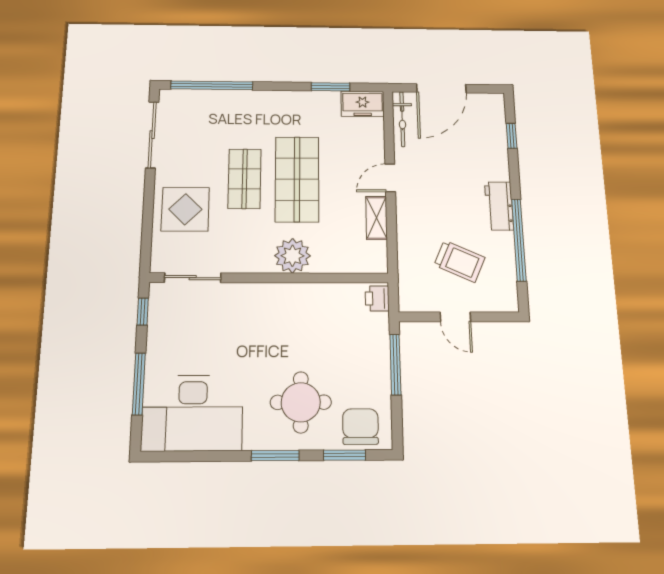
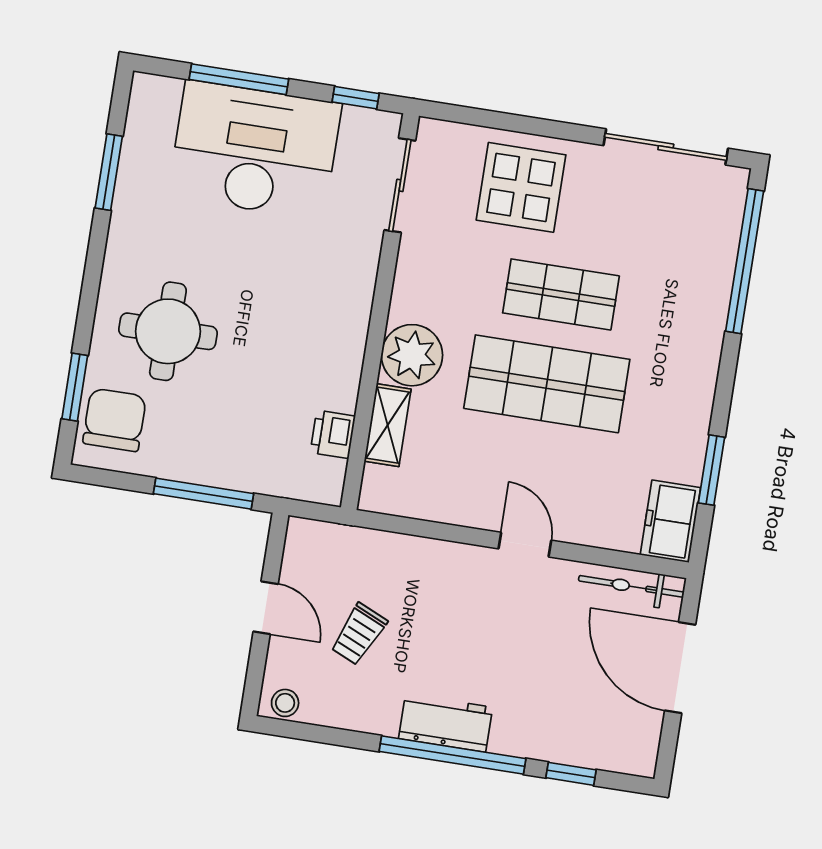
shelving: (377, 218) -> (388, 425), moved, turned 90
window: (519, 240) -> (453, 755), moved
trolley: (459, 261) -> (359, 634), width x0.73, depth x0.72
stool: (508, 297) -> (285, 703), added
printer: (377, 299) -> (333, 434), moved, turned -90
door: (455, 317) -> (266, 608), swing flipped
desk: (192, 413) -> (255, 150), moved, turned 90
chair: (360, 427) -> (114, 420), turned -90
window: (275, 456) -> (109, 172), moved

